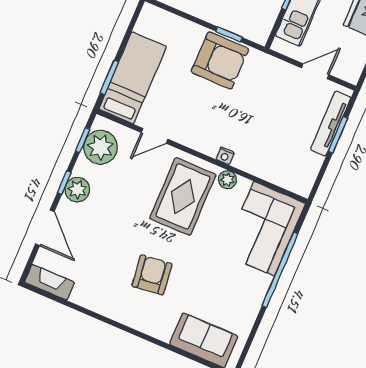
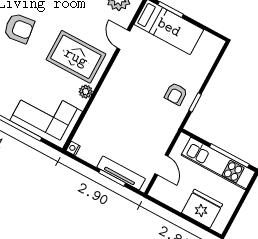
armchair: (220, 60) -> (176, 94), width x0.53, depth x0.53
nightstand: (225, 156) -> (73, 148), moved

